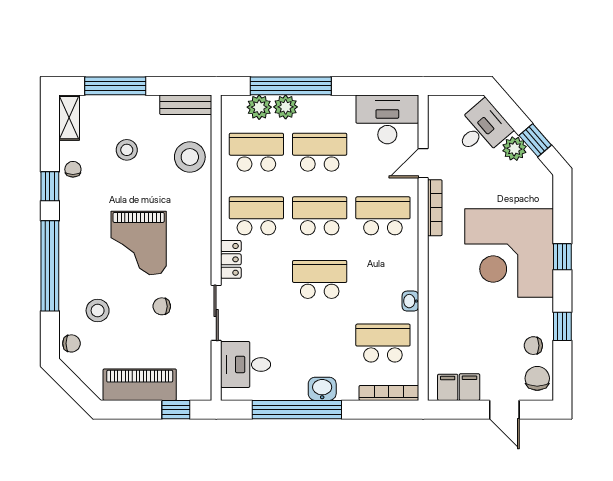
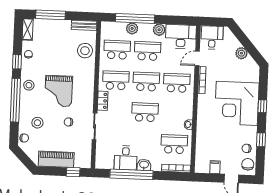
plant: (259, 107) -> (159, 30), moved
desk: (482, 129) -> (212, 38), moved, turned -49
window: (535, 140) -> (252, 50), removed
stool: (127, 150) -> (29, 85), moved
desk: (246, 364) -> (126, 158), moved, turned -90
filing cabinet: (448, 387) -> (204, 167), removed

